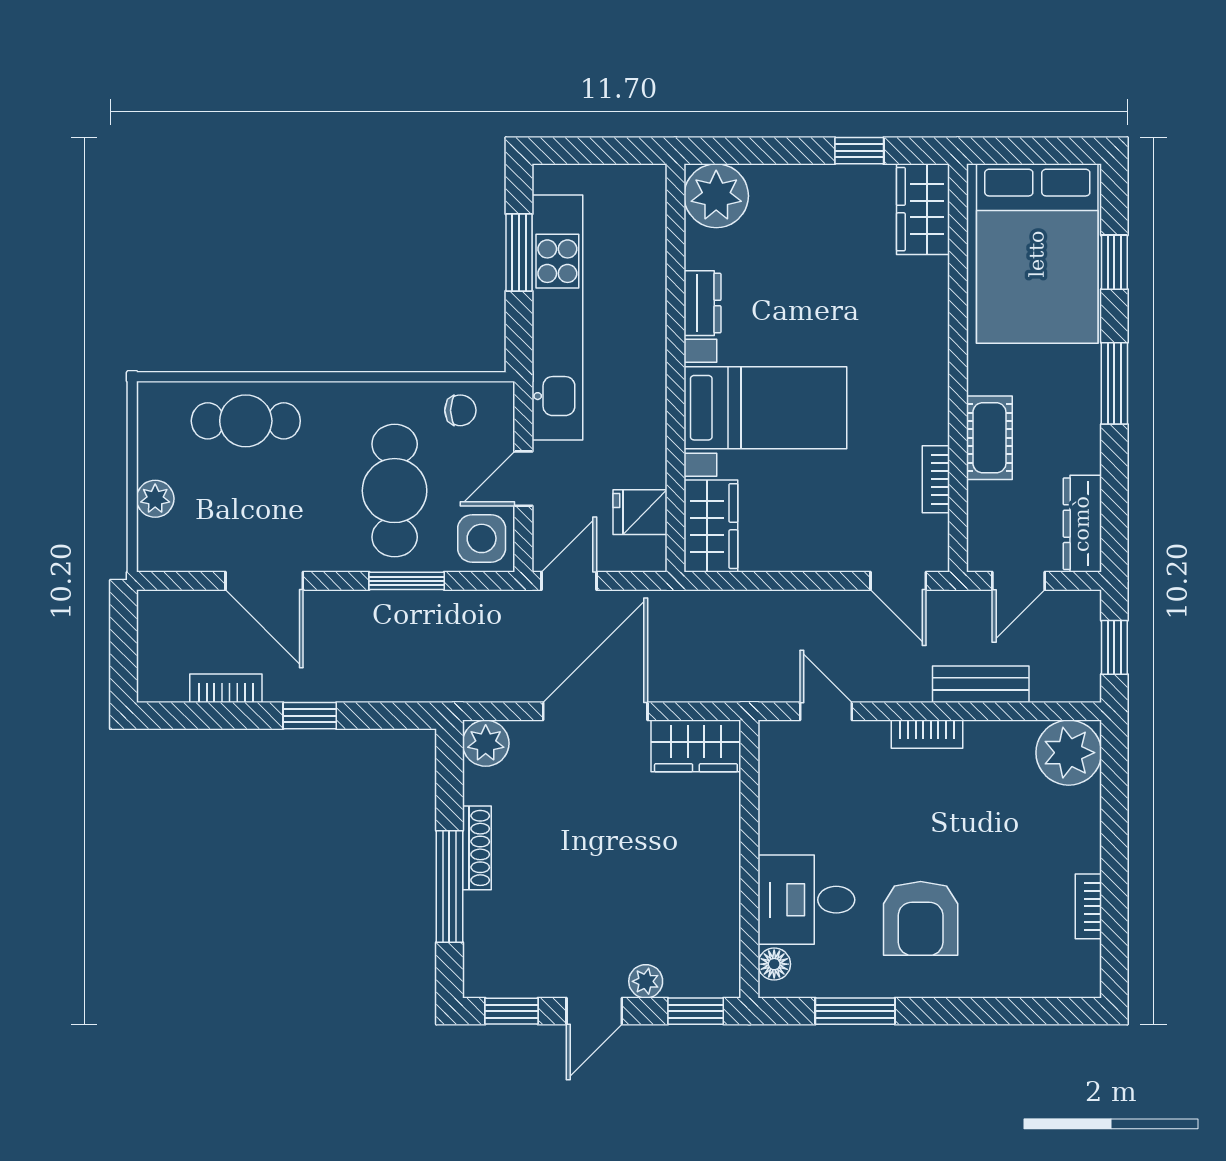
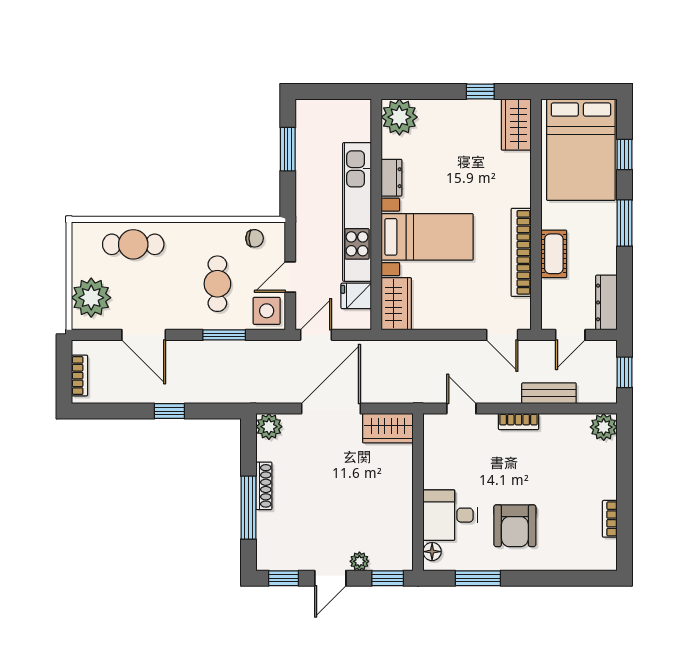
kitchen unit: (557, 318) -> (357, 212), moved, turned 180
bookcase: (936, 479) -> (521, 252), width x2.31, depth x1.31
cafe table: (395, 491) -> (217, 284), width x0.73, depth x0.74
plant: (155, 499) -> (91, 298), width x1.87, depth x1.87
bookcase: (226, 688) -> (80, 376), moved, turned 90
plant: (1069, 753) -> (604, 427), width x0.73, depth x0.73

